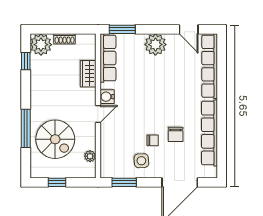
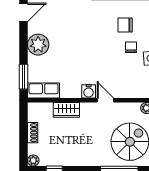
plant: (41, 45) -> (33, 160), width x0.53, depth x0.53
row of seats: (108, 58) -> (44, 91), width x0.68
chair: (176, 134) -> (125, 25), turned 180

